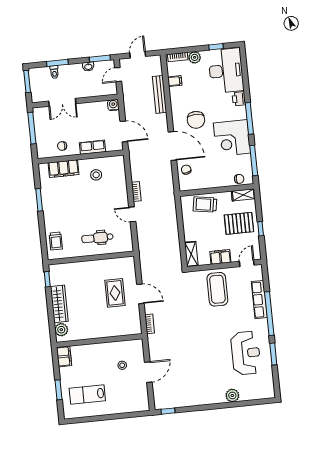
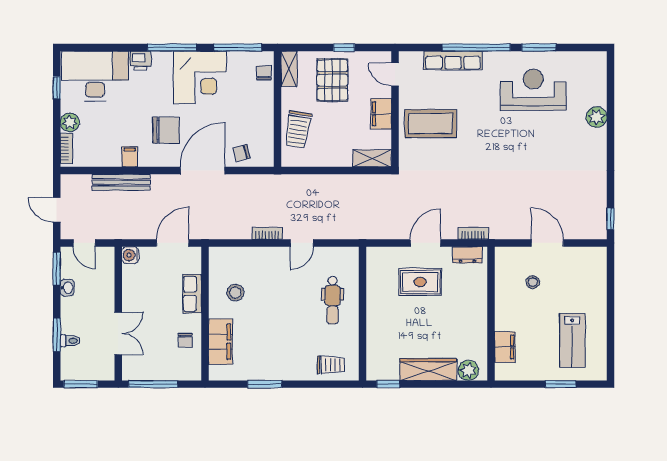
filing cabinet: (175, 81) -> (130, 157), moved
dresser: (135, 321) -> (467, 255), added
filing cabinet: (64, 356) -> (505, 347), moved, turned 90

